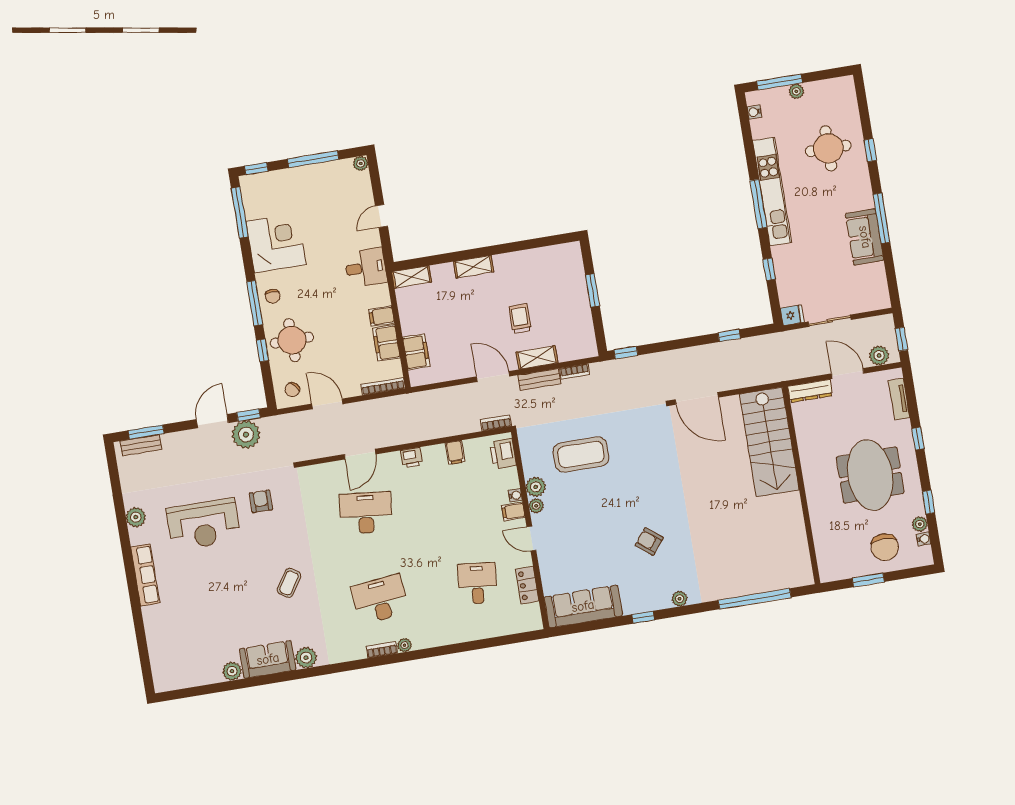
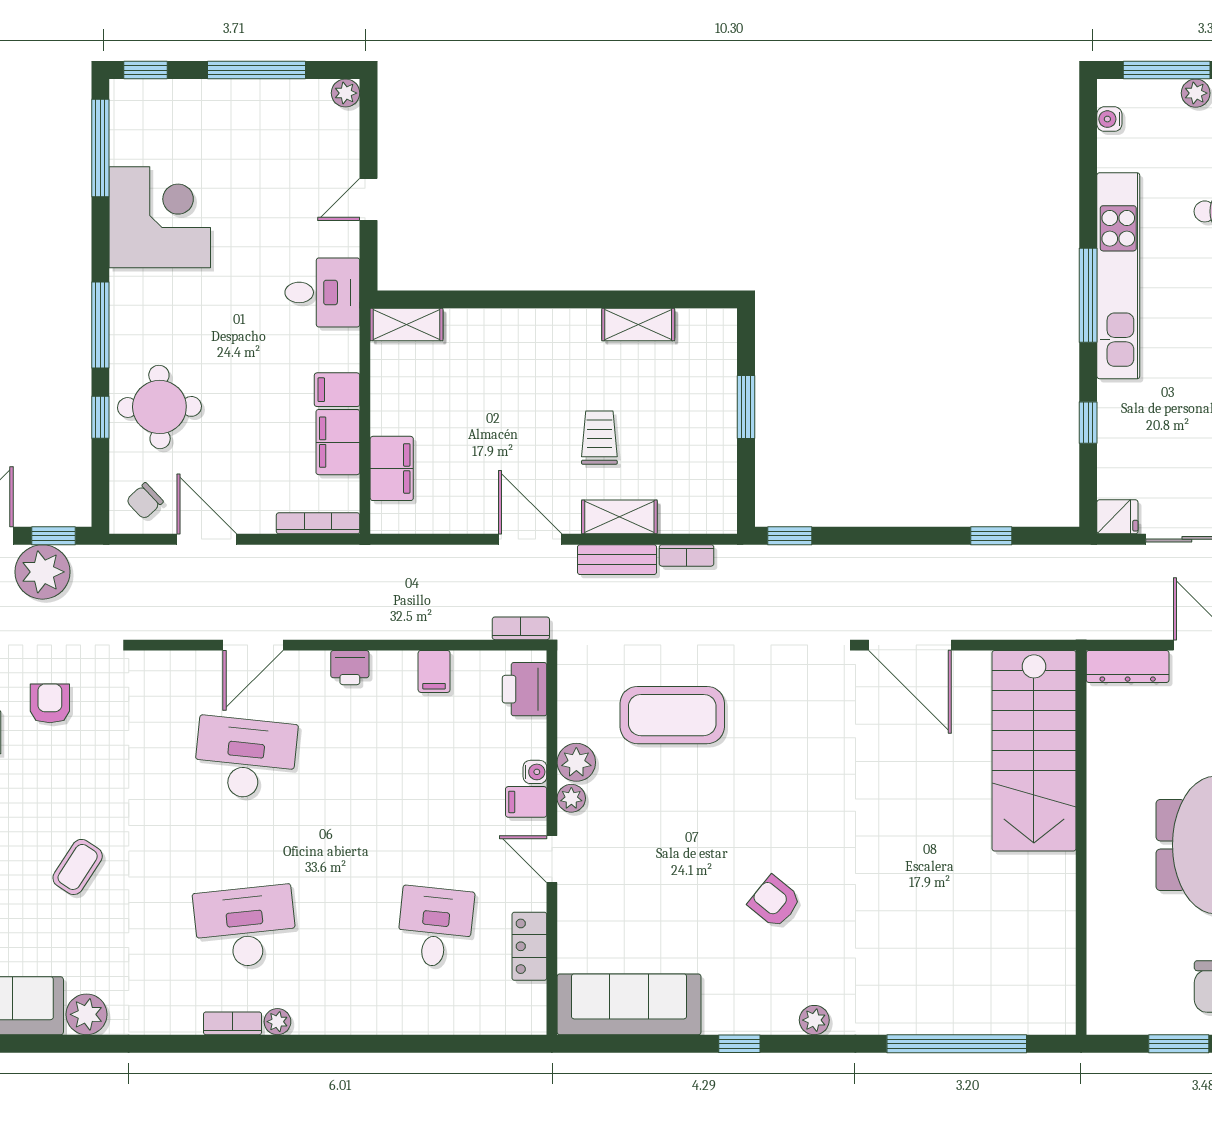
shelving: (474, 267) -> (638, 325), moved
chair: (273, 296) -> (137, 317), removed

